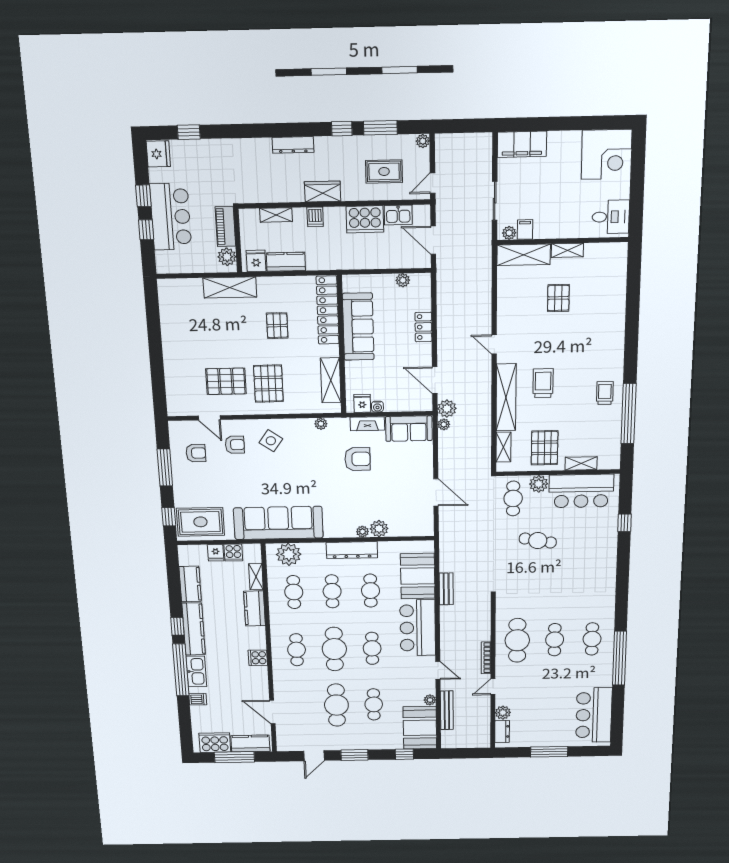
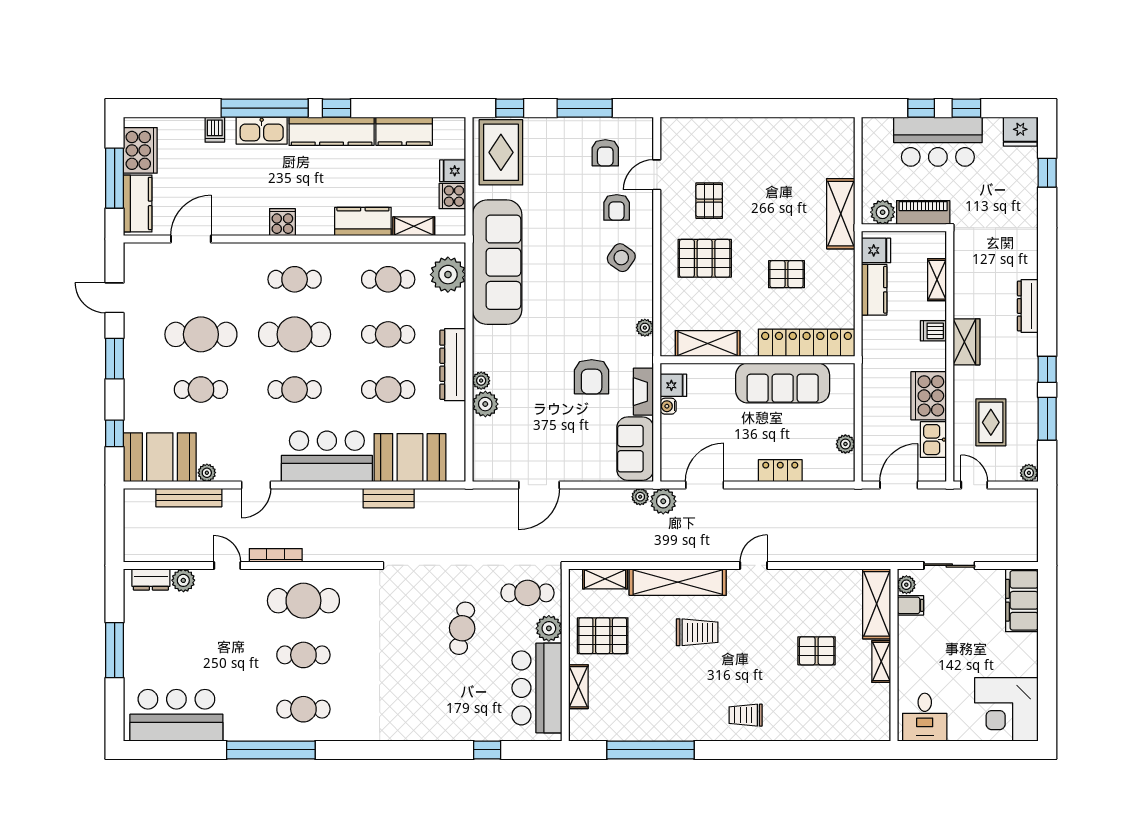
pallet: (226, 381) -> (709, 201), width x0.67, depth x0.71
trolley: (605, 393) -> (746, 715), moved, turned 180

